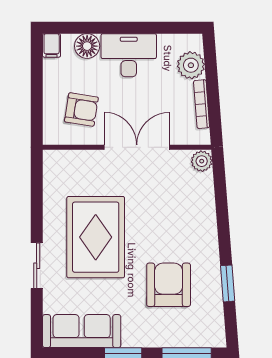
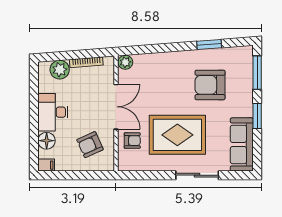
armchair: (81, 109) -> (90, 145), turned -123
double door: (137, 147) -> (116, 107), swing flipped
armchair: (87, 171) -> (132, 141), added
sliding door: (37, 266) -> (197, 175), width x1.37

